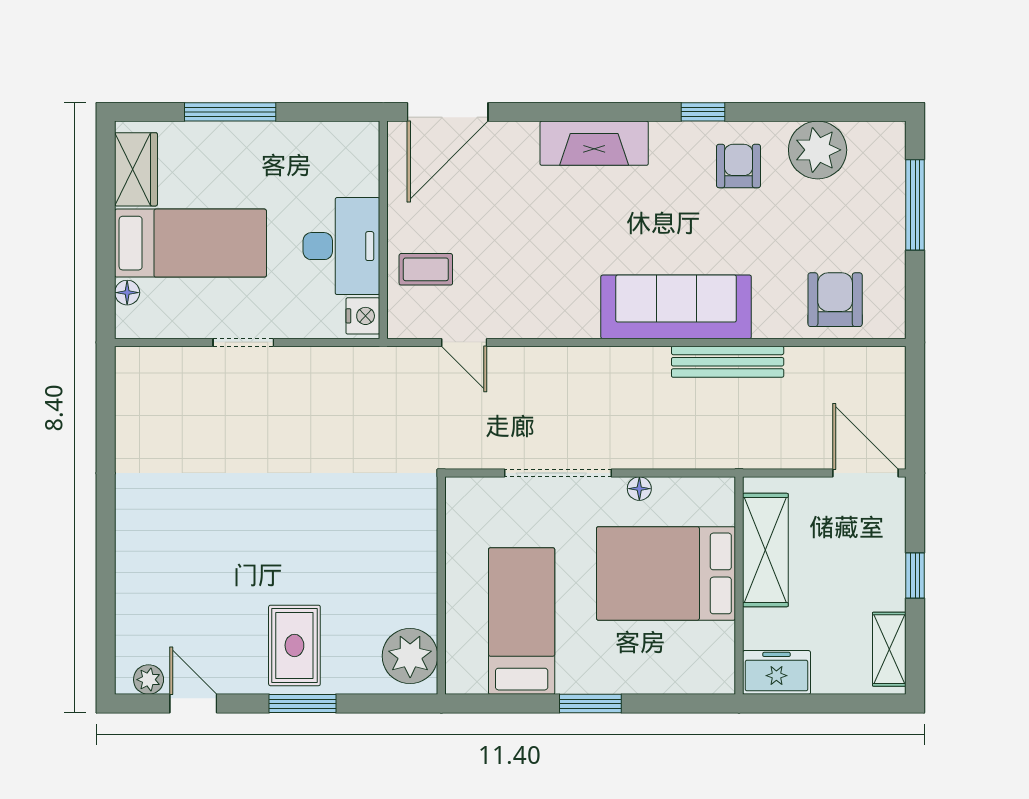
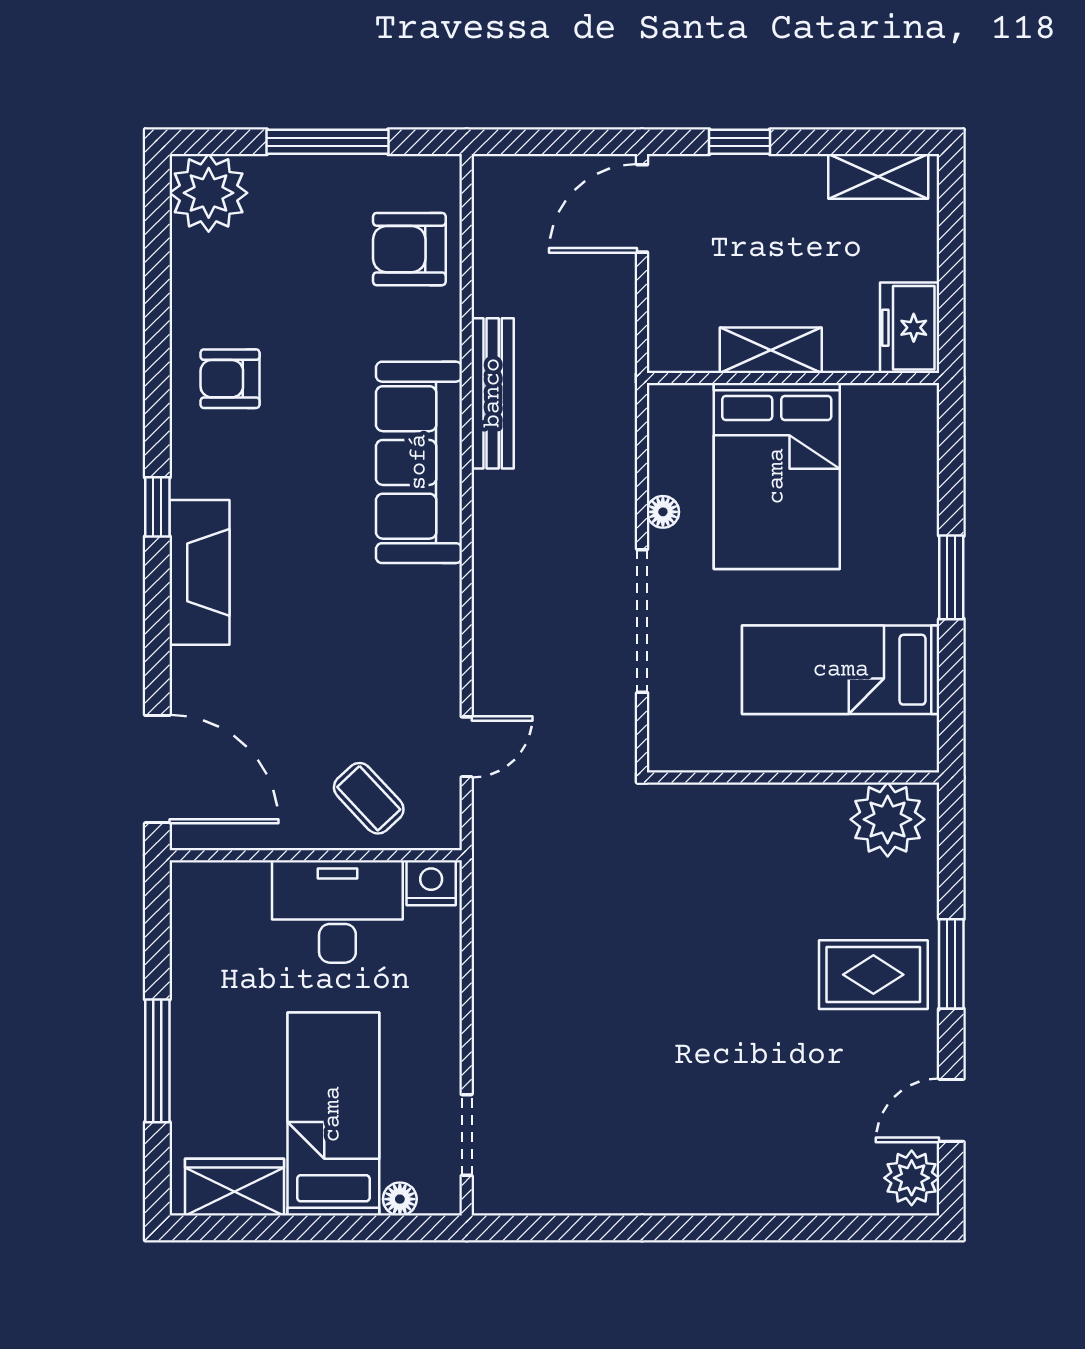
window: (703, 112) -> (157, 507), moved
plant: (818, 150) -> (209, 193), moved
window: (915, 205) -> (328, 142), moved
coffee table: (426, 269) -> (369, 798), turned -43
doorway: (243, 342) -> (467, 1135), moved
shelving: (765, 550) -> (771, 350), width x0.67, depth x0.75
window: (915, 575) -> (740, 142), moved
plant: (149, 680) -> (912, 1178), width x1.38, depth x1.38

